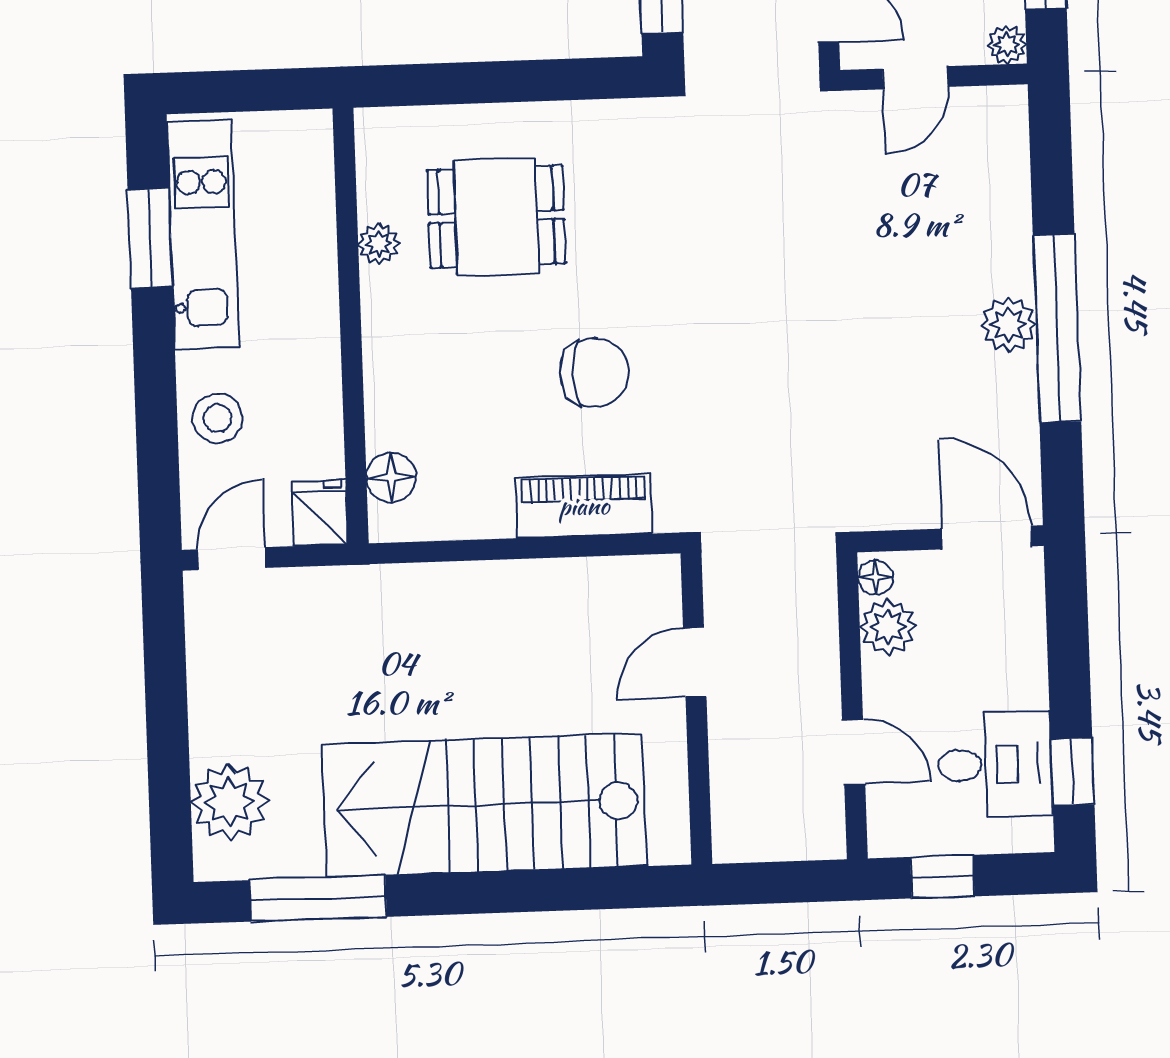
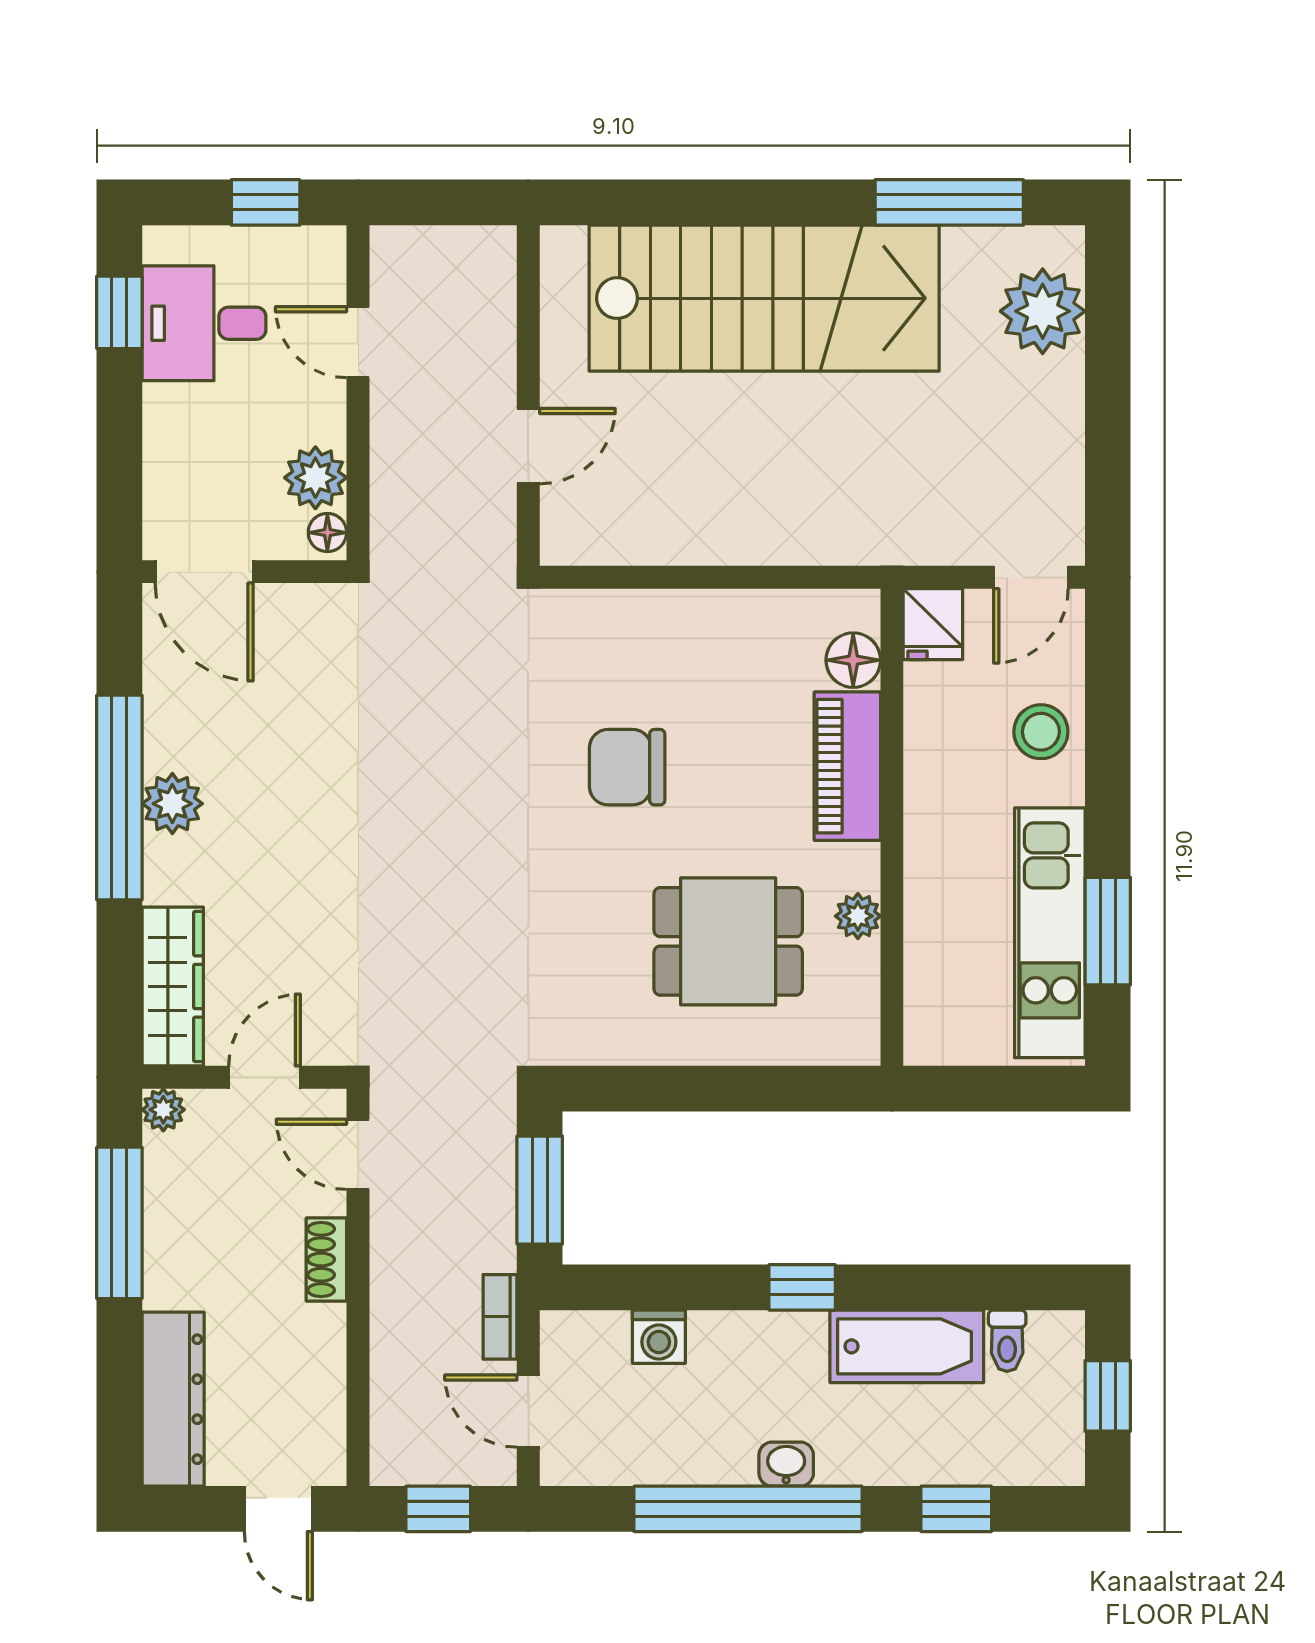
wardrobe: (1002, 158) -> (173, 986), added
piano: (584, 506) -> (847, 766), moved, turned 90

